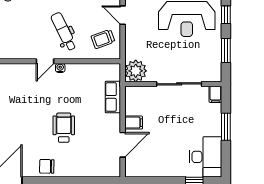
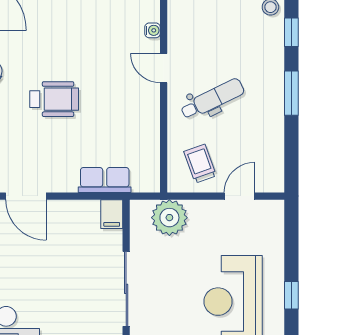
water cooler: (60, 68) -> (153, 30), moved
plant: (136, 71) -> (169, 218), moved
filing cabinet: (134, 123) -> (112, 214), moved

